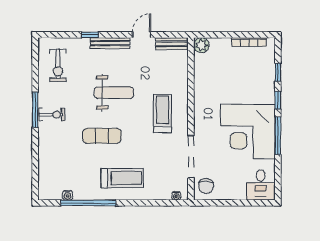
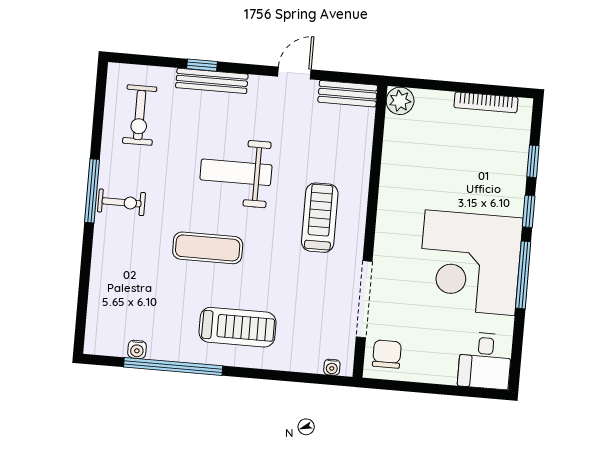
bench: (110, 43) -> (212, 81), moved
weight bench: (114, 93) -> (236, 172), turned 180
chair: (206, 186) -> (387, 354), turned 180

